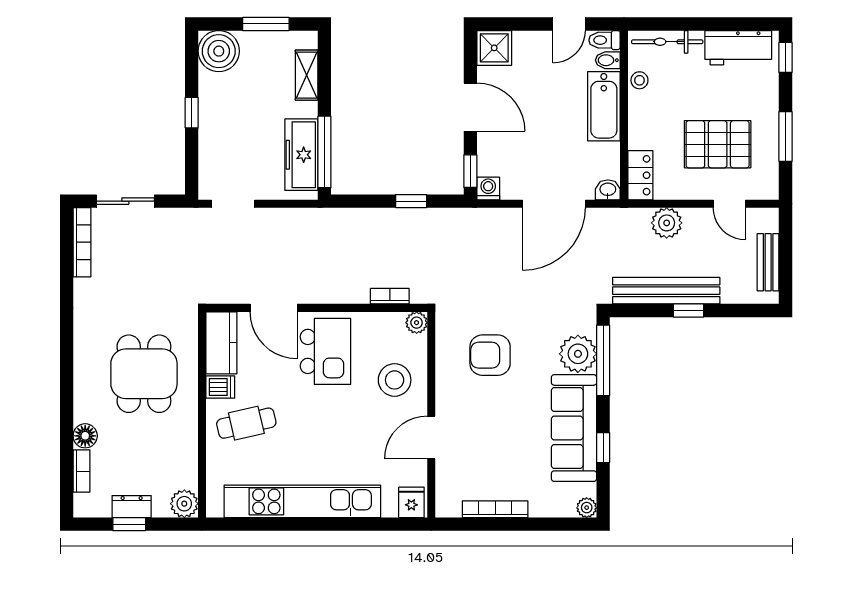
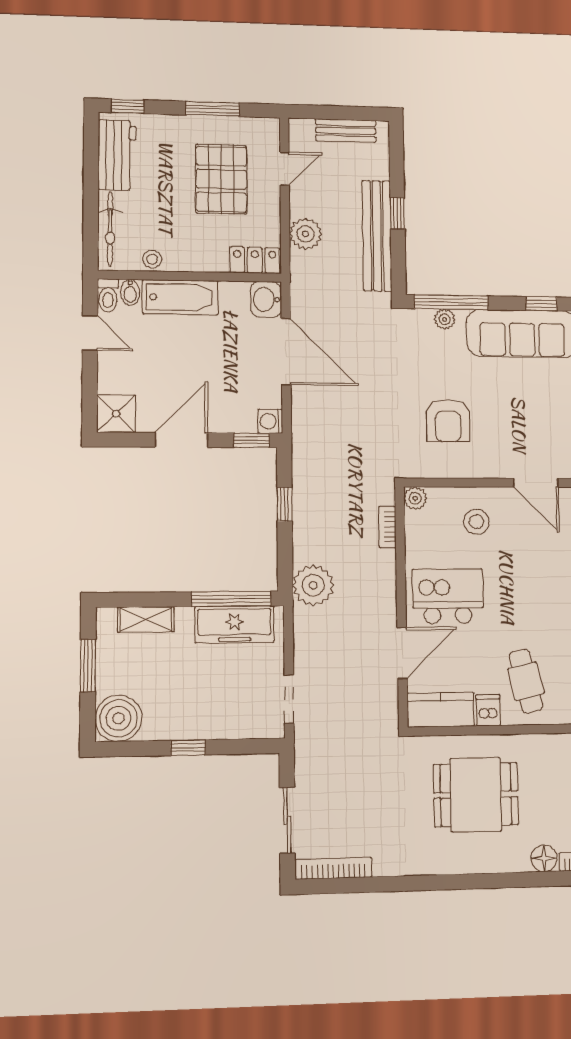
washbasin: (608, 190) -> (266, 299), width x1.38, depth x1.45
plant: (336, 227) -> (313, 585), added
plant: (578, 354) -> (445, 319), width x0.53, depth x0.53
stool: (395, 380) -> (476, 522), width x0.73, depth x0.73

